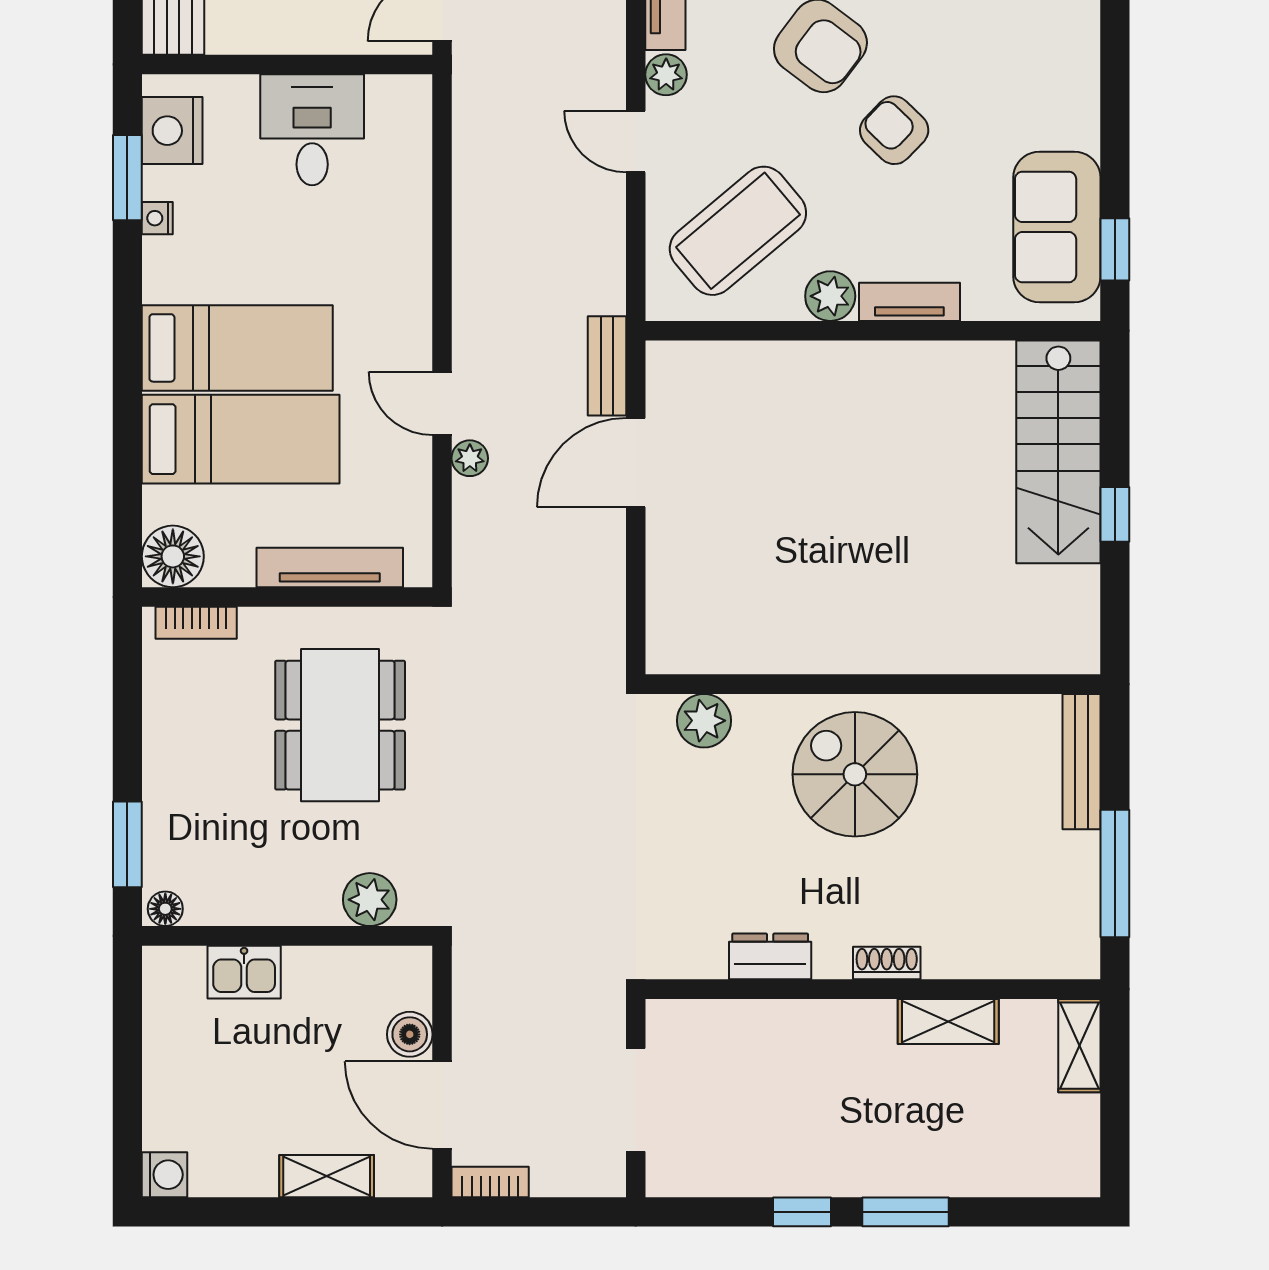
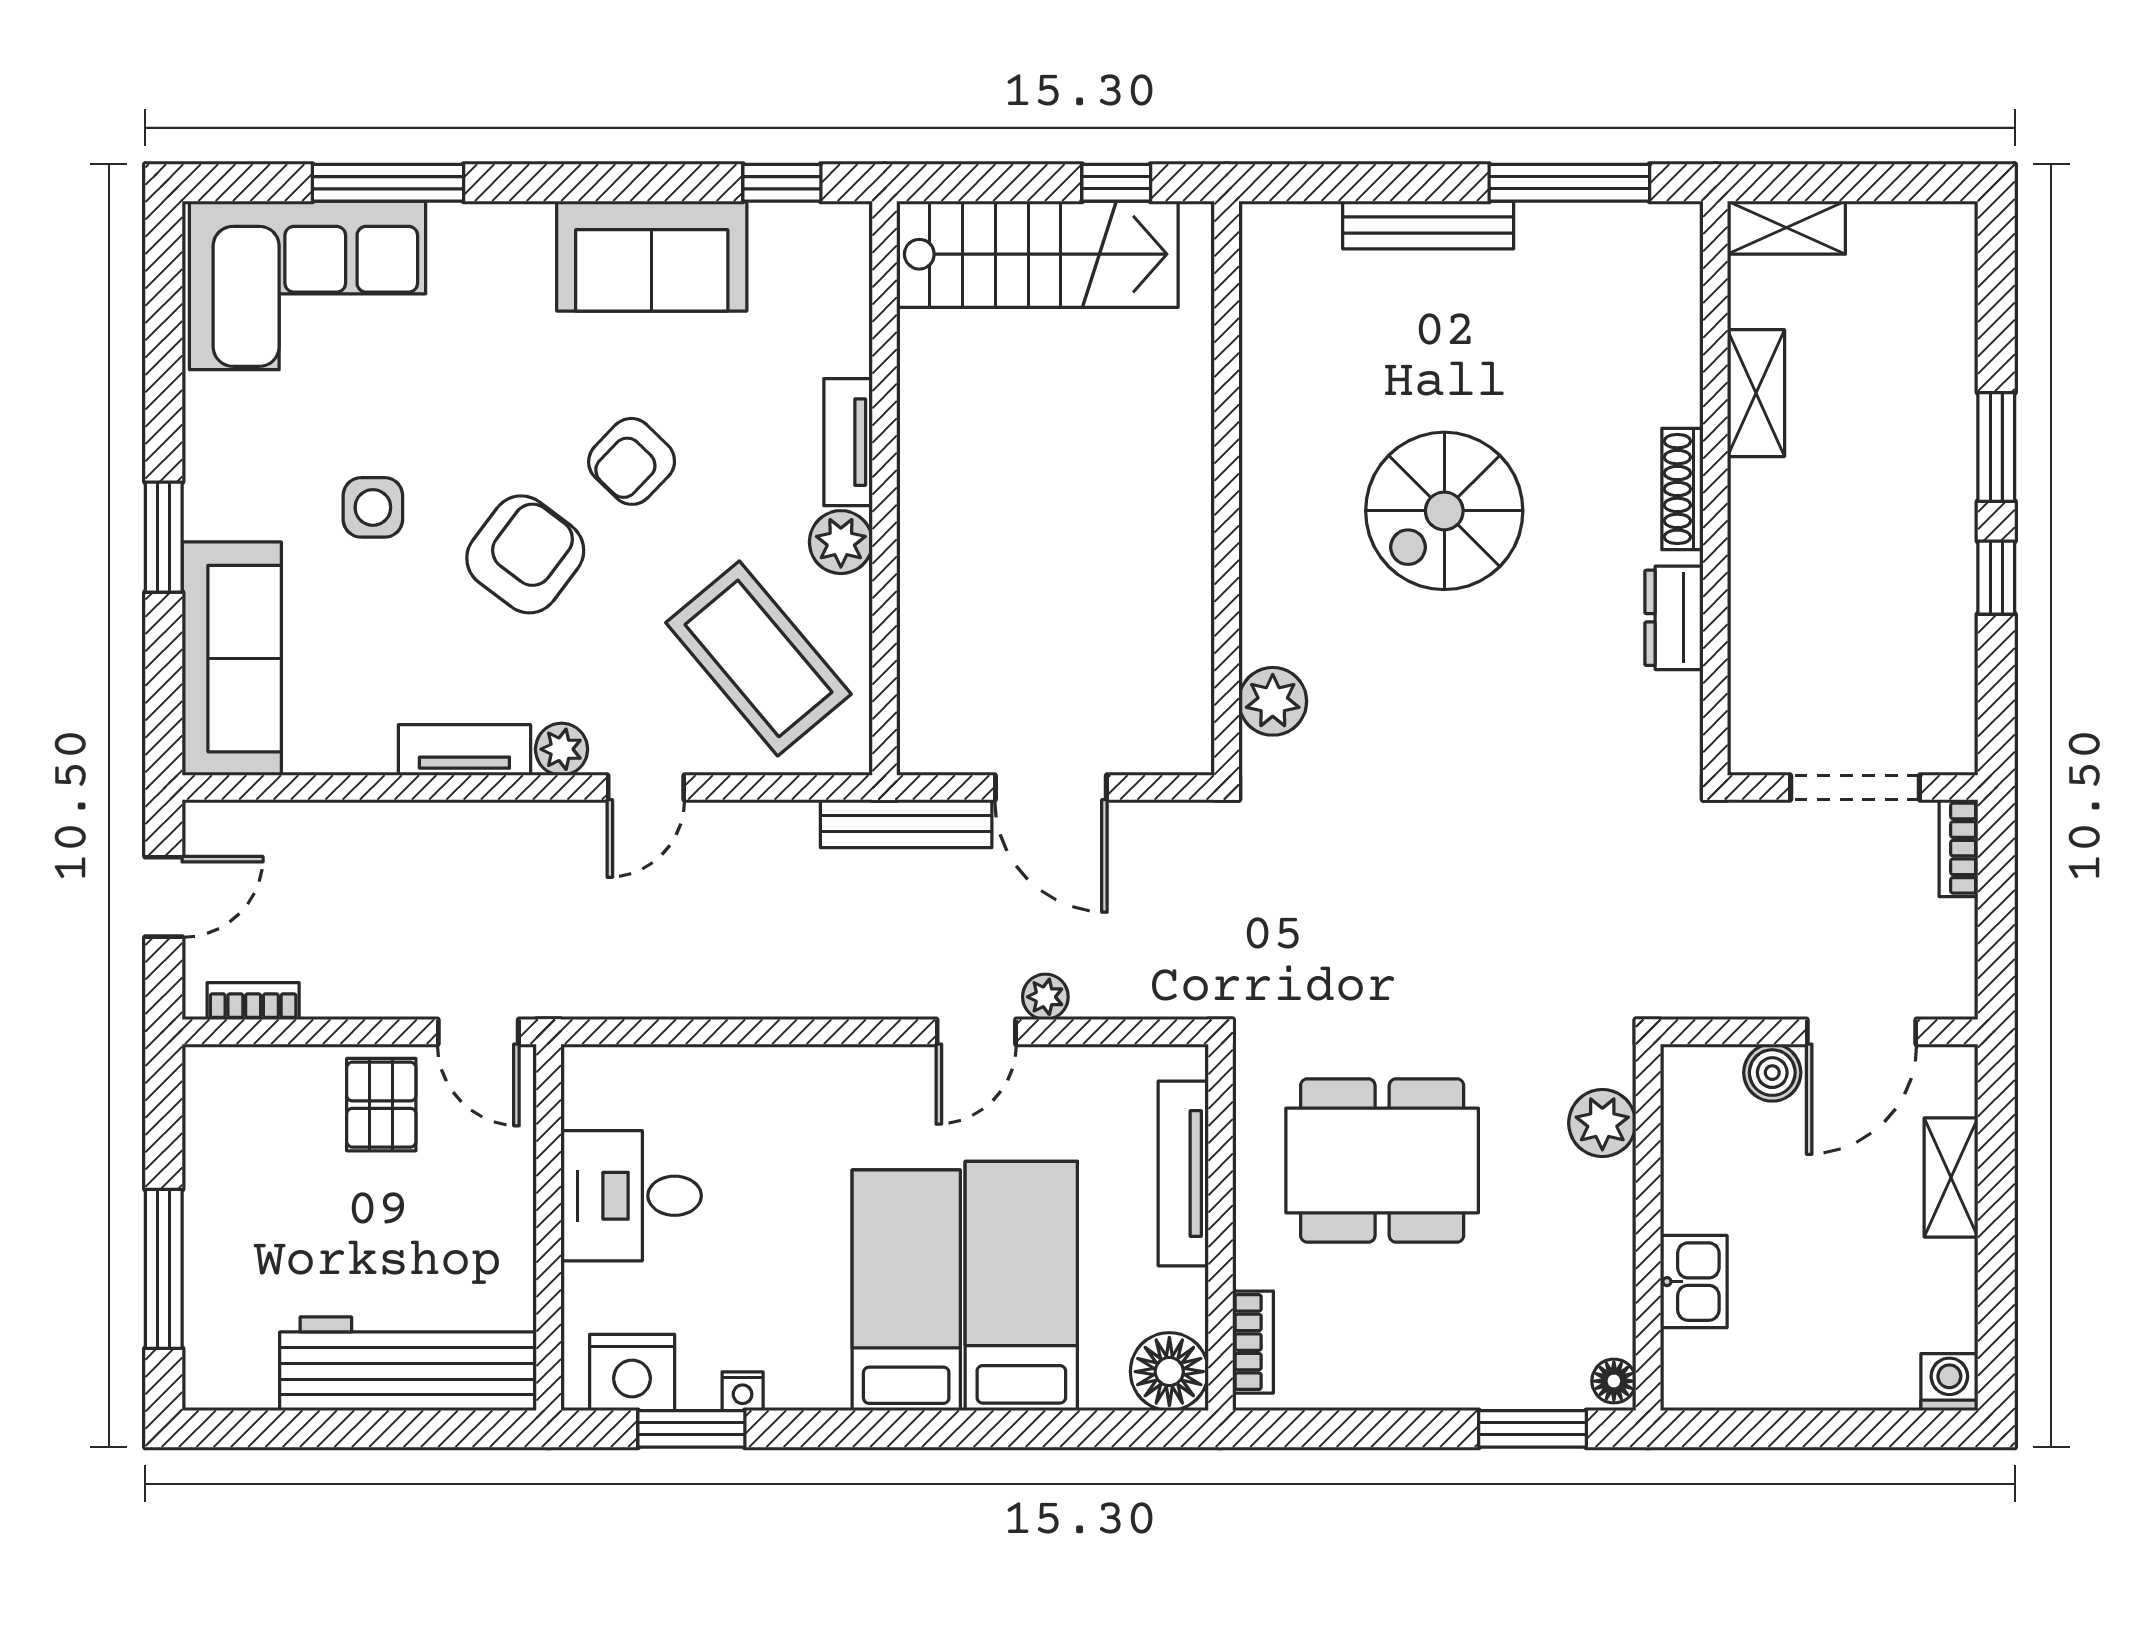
sofa: (1057, 227) -> (652, 256), moved
bench: (607, 366) -> (906, 824), width x1.36
wall: (873, 684) -> (1227, 488), moved
plant: (704, 721) -> (1273, 701), moved
shoe rack: (887, 963) -> (1682, 489), width x1.43
bookcase: (490, 1182) -> (1958, 848), moved

